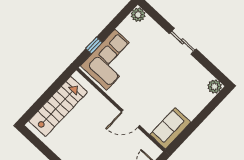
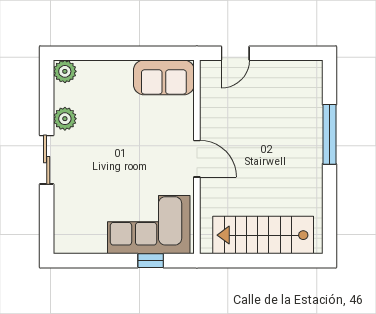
plant: (138, 15) -> (65, 119), moved
door: (130, 119) -> (197, 159), moved

